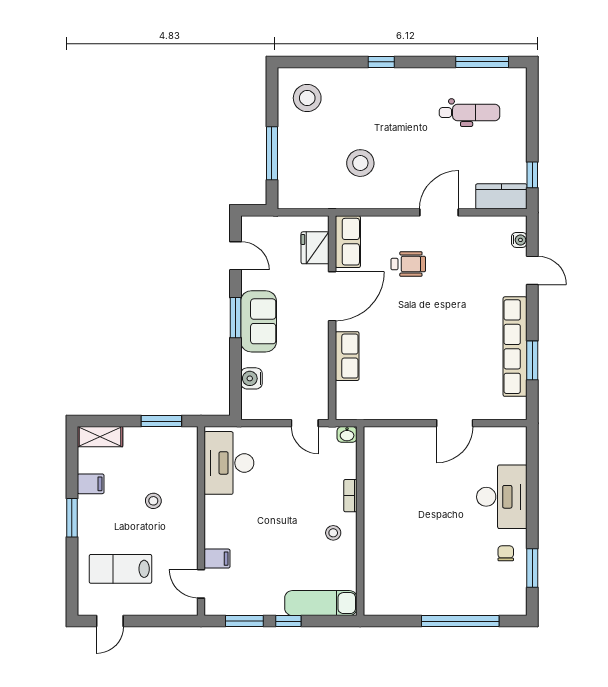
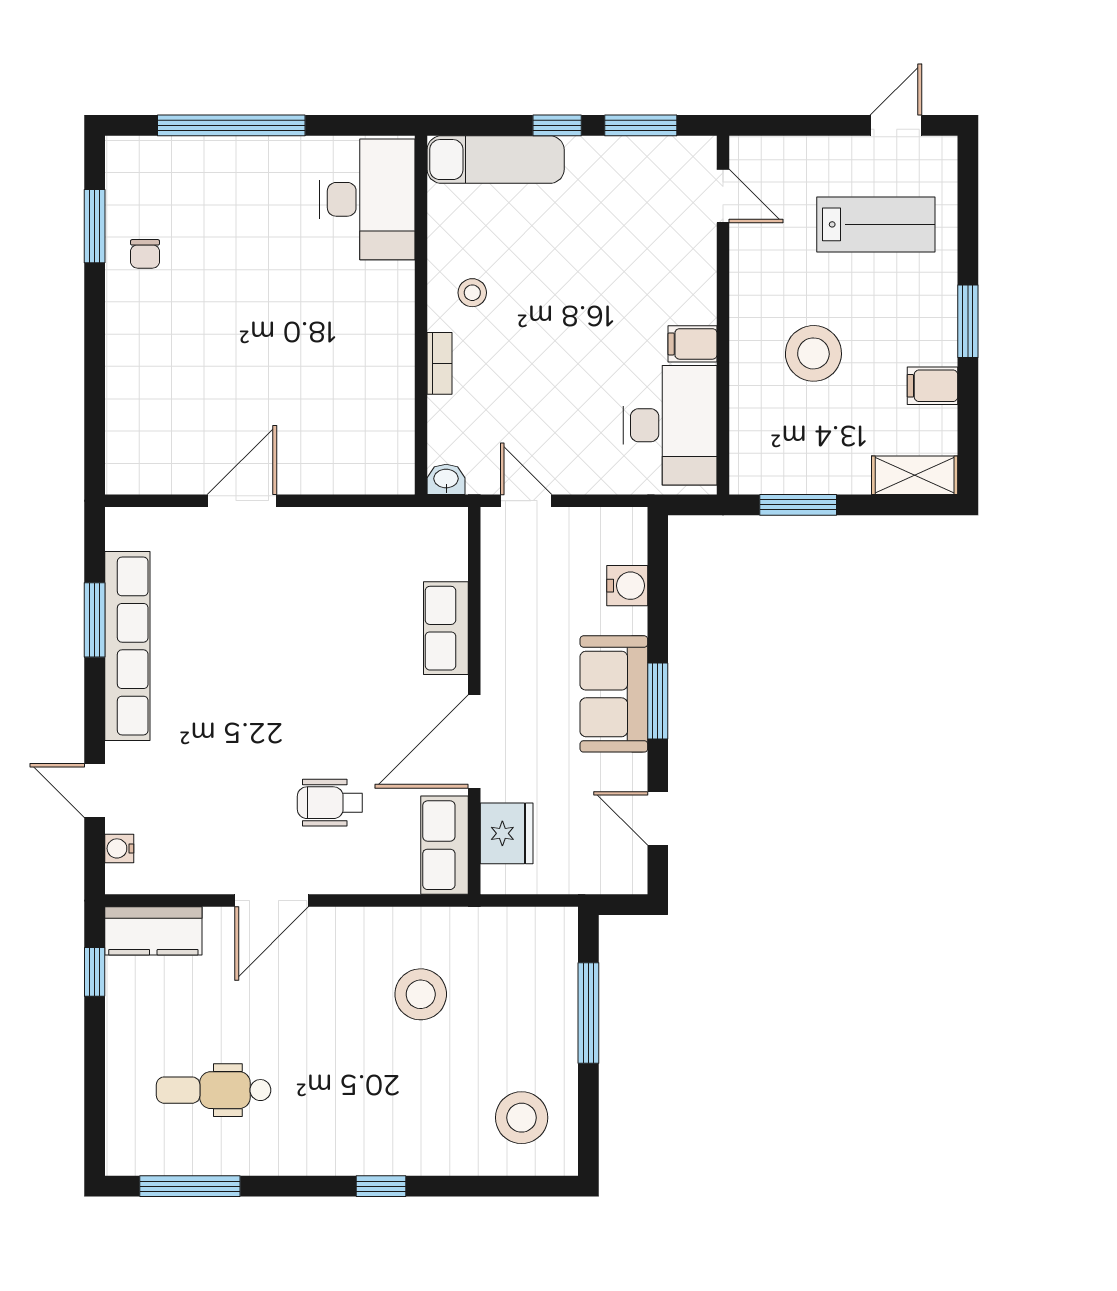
desk: (502, 497) -> (367, 199), moved, turned 180
stool: (153, 501) -> (813, 353), width x1.89, depth x1.89
filing cabinet: (217, 559) -> (693, 344), moved

